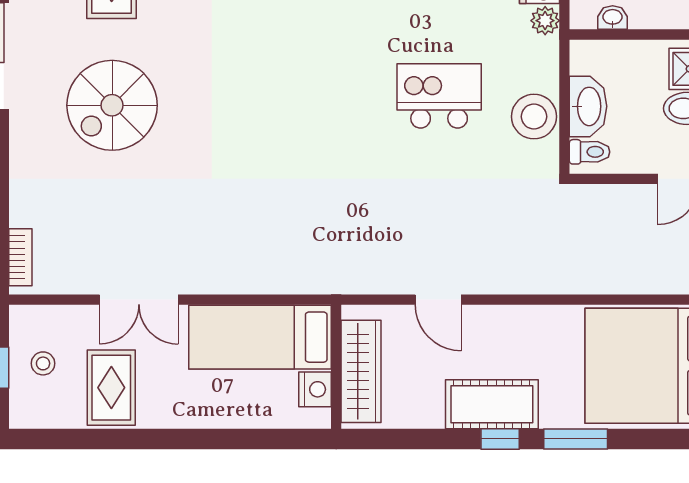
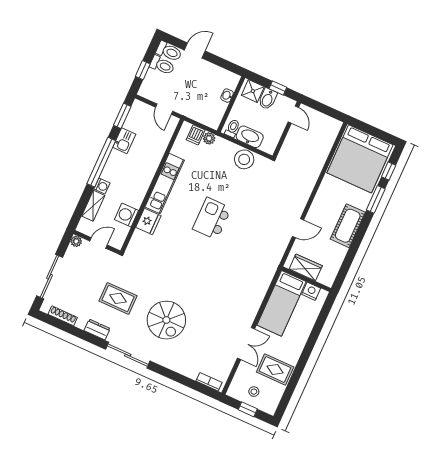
washbasin: (613, 18) -> (227, 96), moved
kitchen island: (439, 96) -> (212, 219), moved
toilet: (590, 152) -> (232, 128), moved
wardrobe: (361, 371) -> (306, 267), width x0.67
window: (500, 439) -> (389, 171), moved

